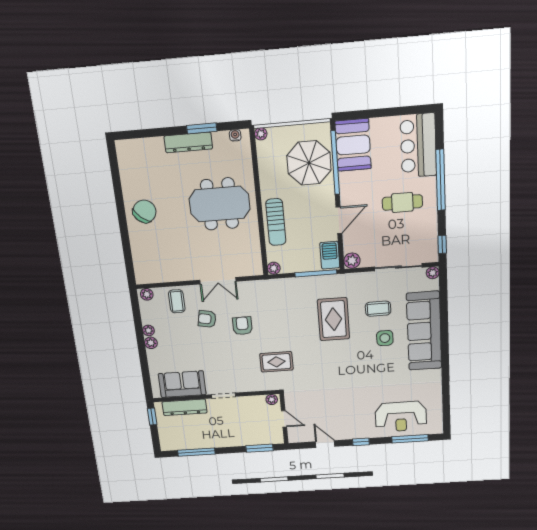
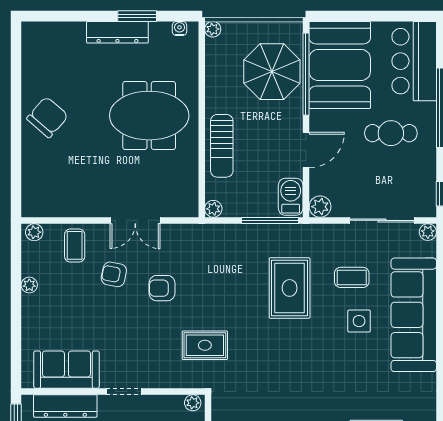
booth: (353, 145) -> (340, 65), width x1.36, depth x1.42
armchair: (242, 326) -> (162, 288), turned -90
plant: (151, 343) -> (30, 304), removed

